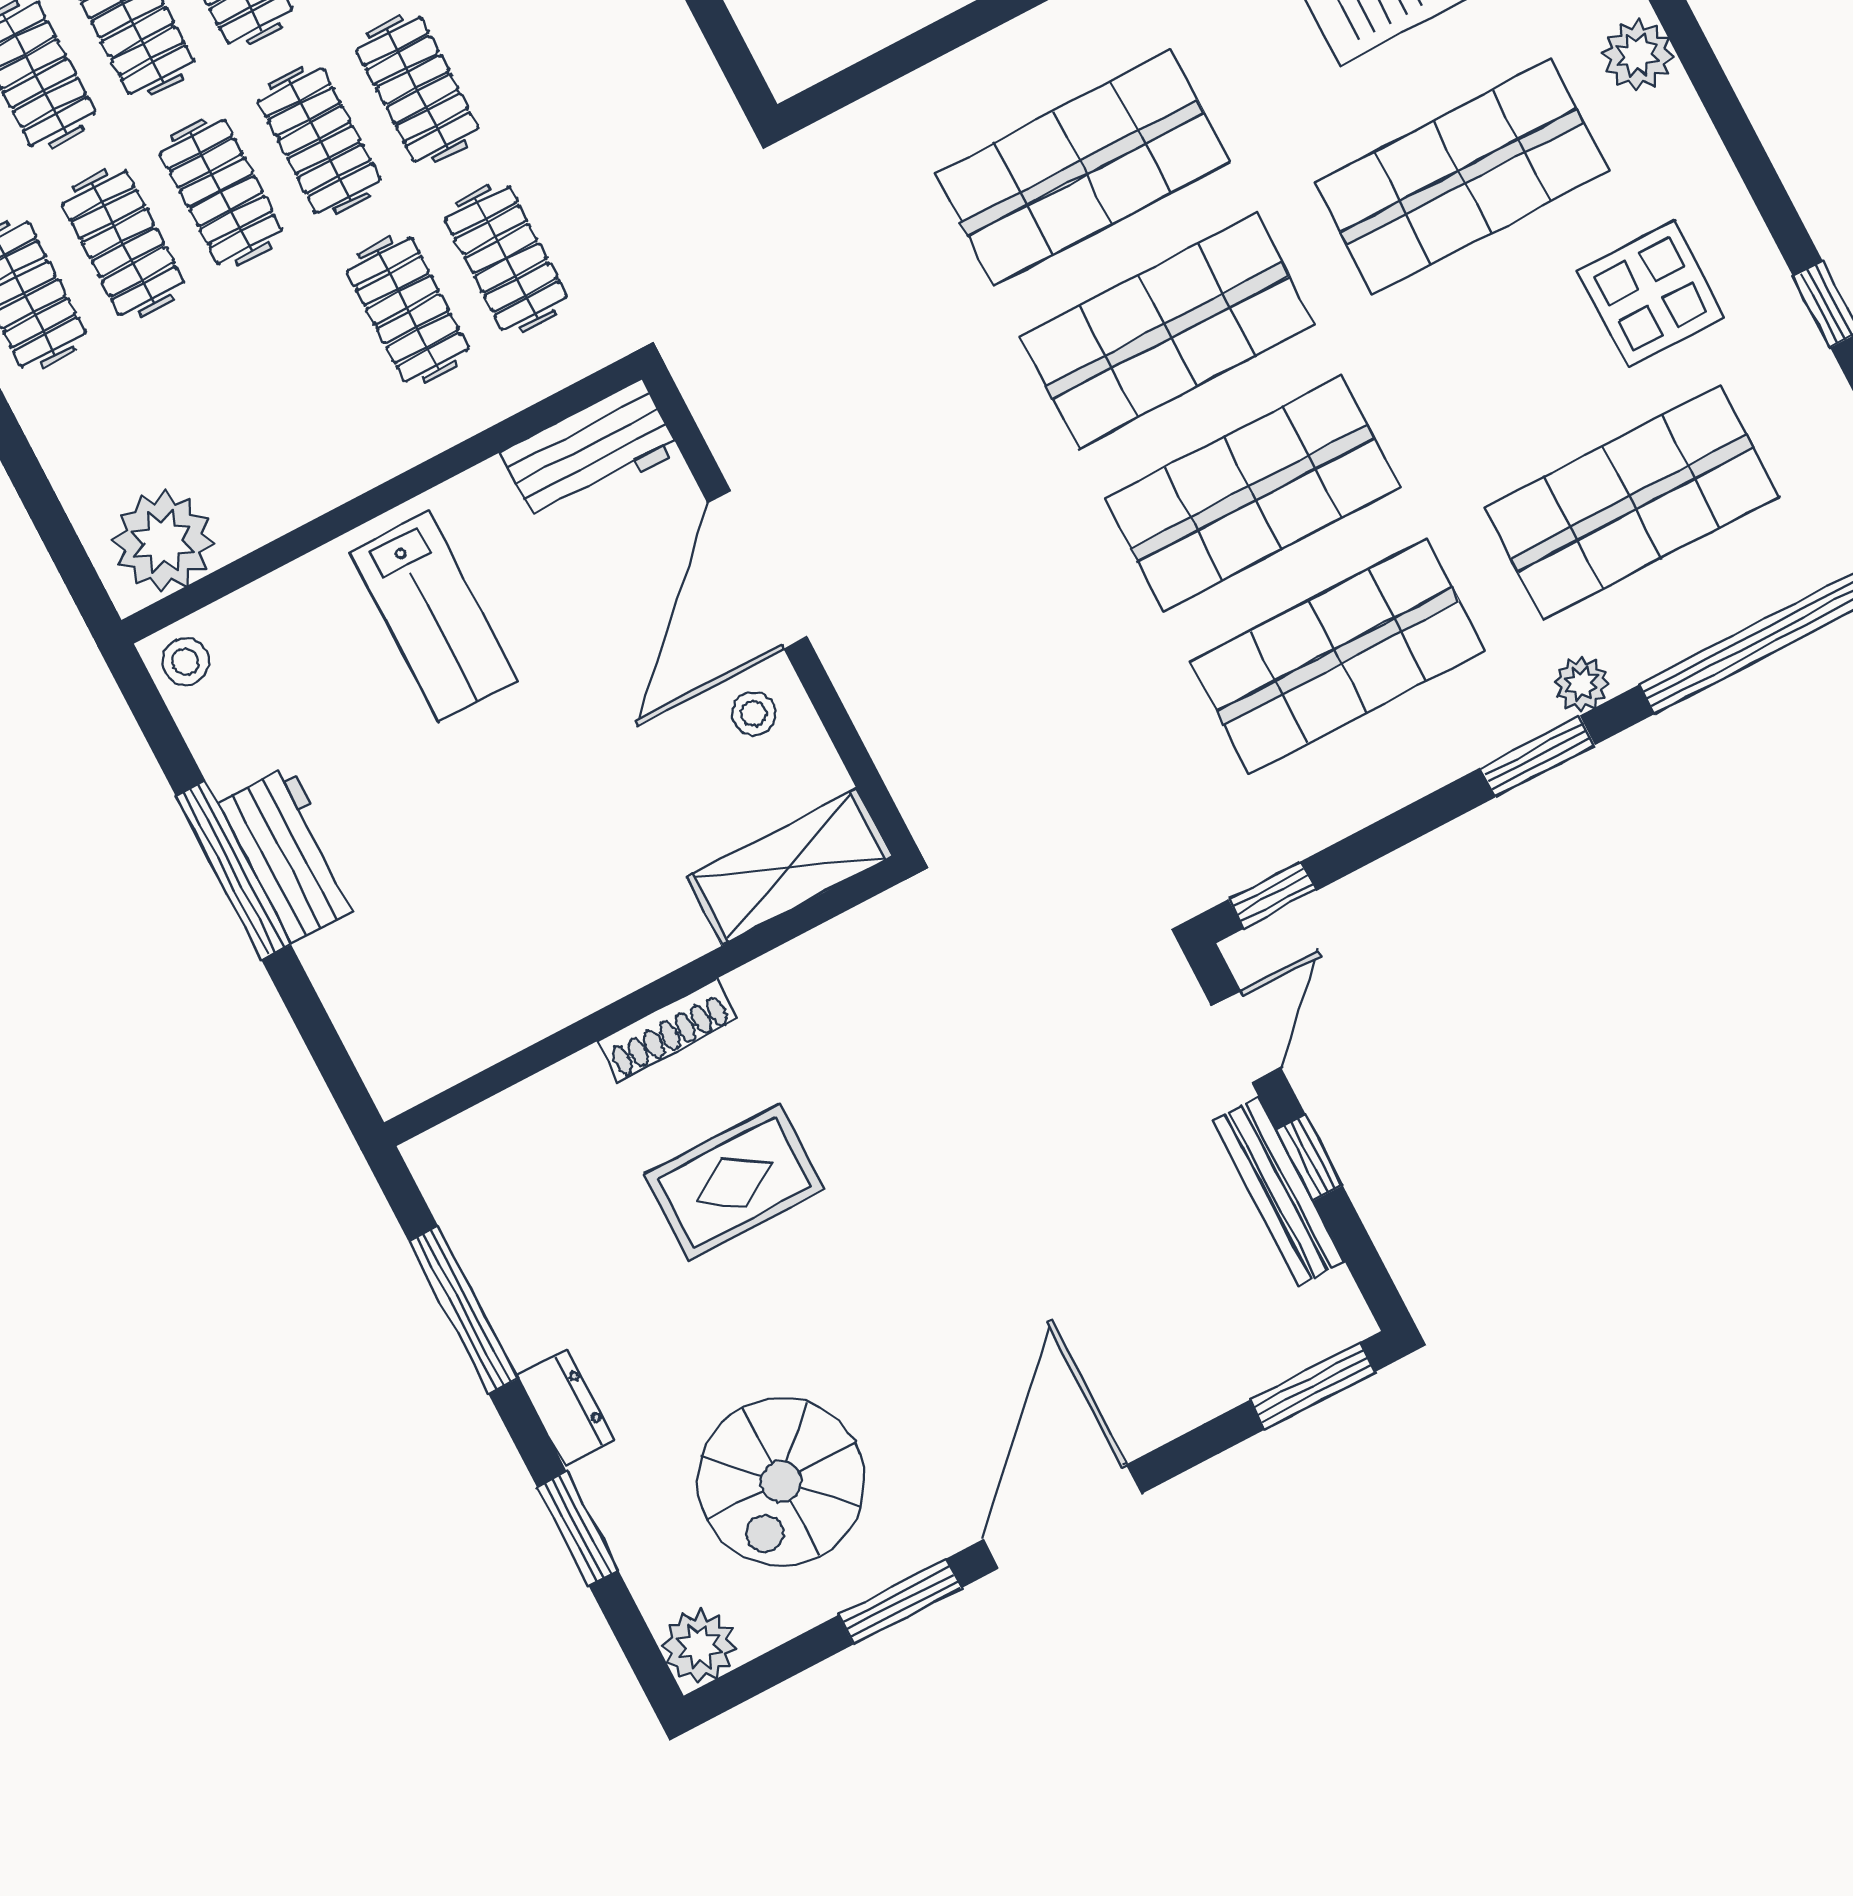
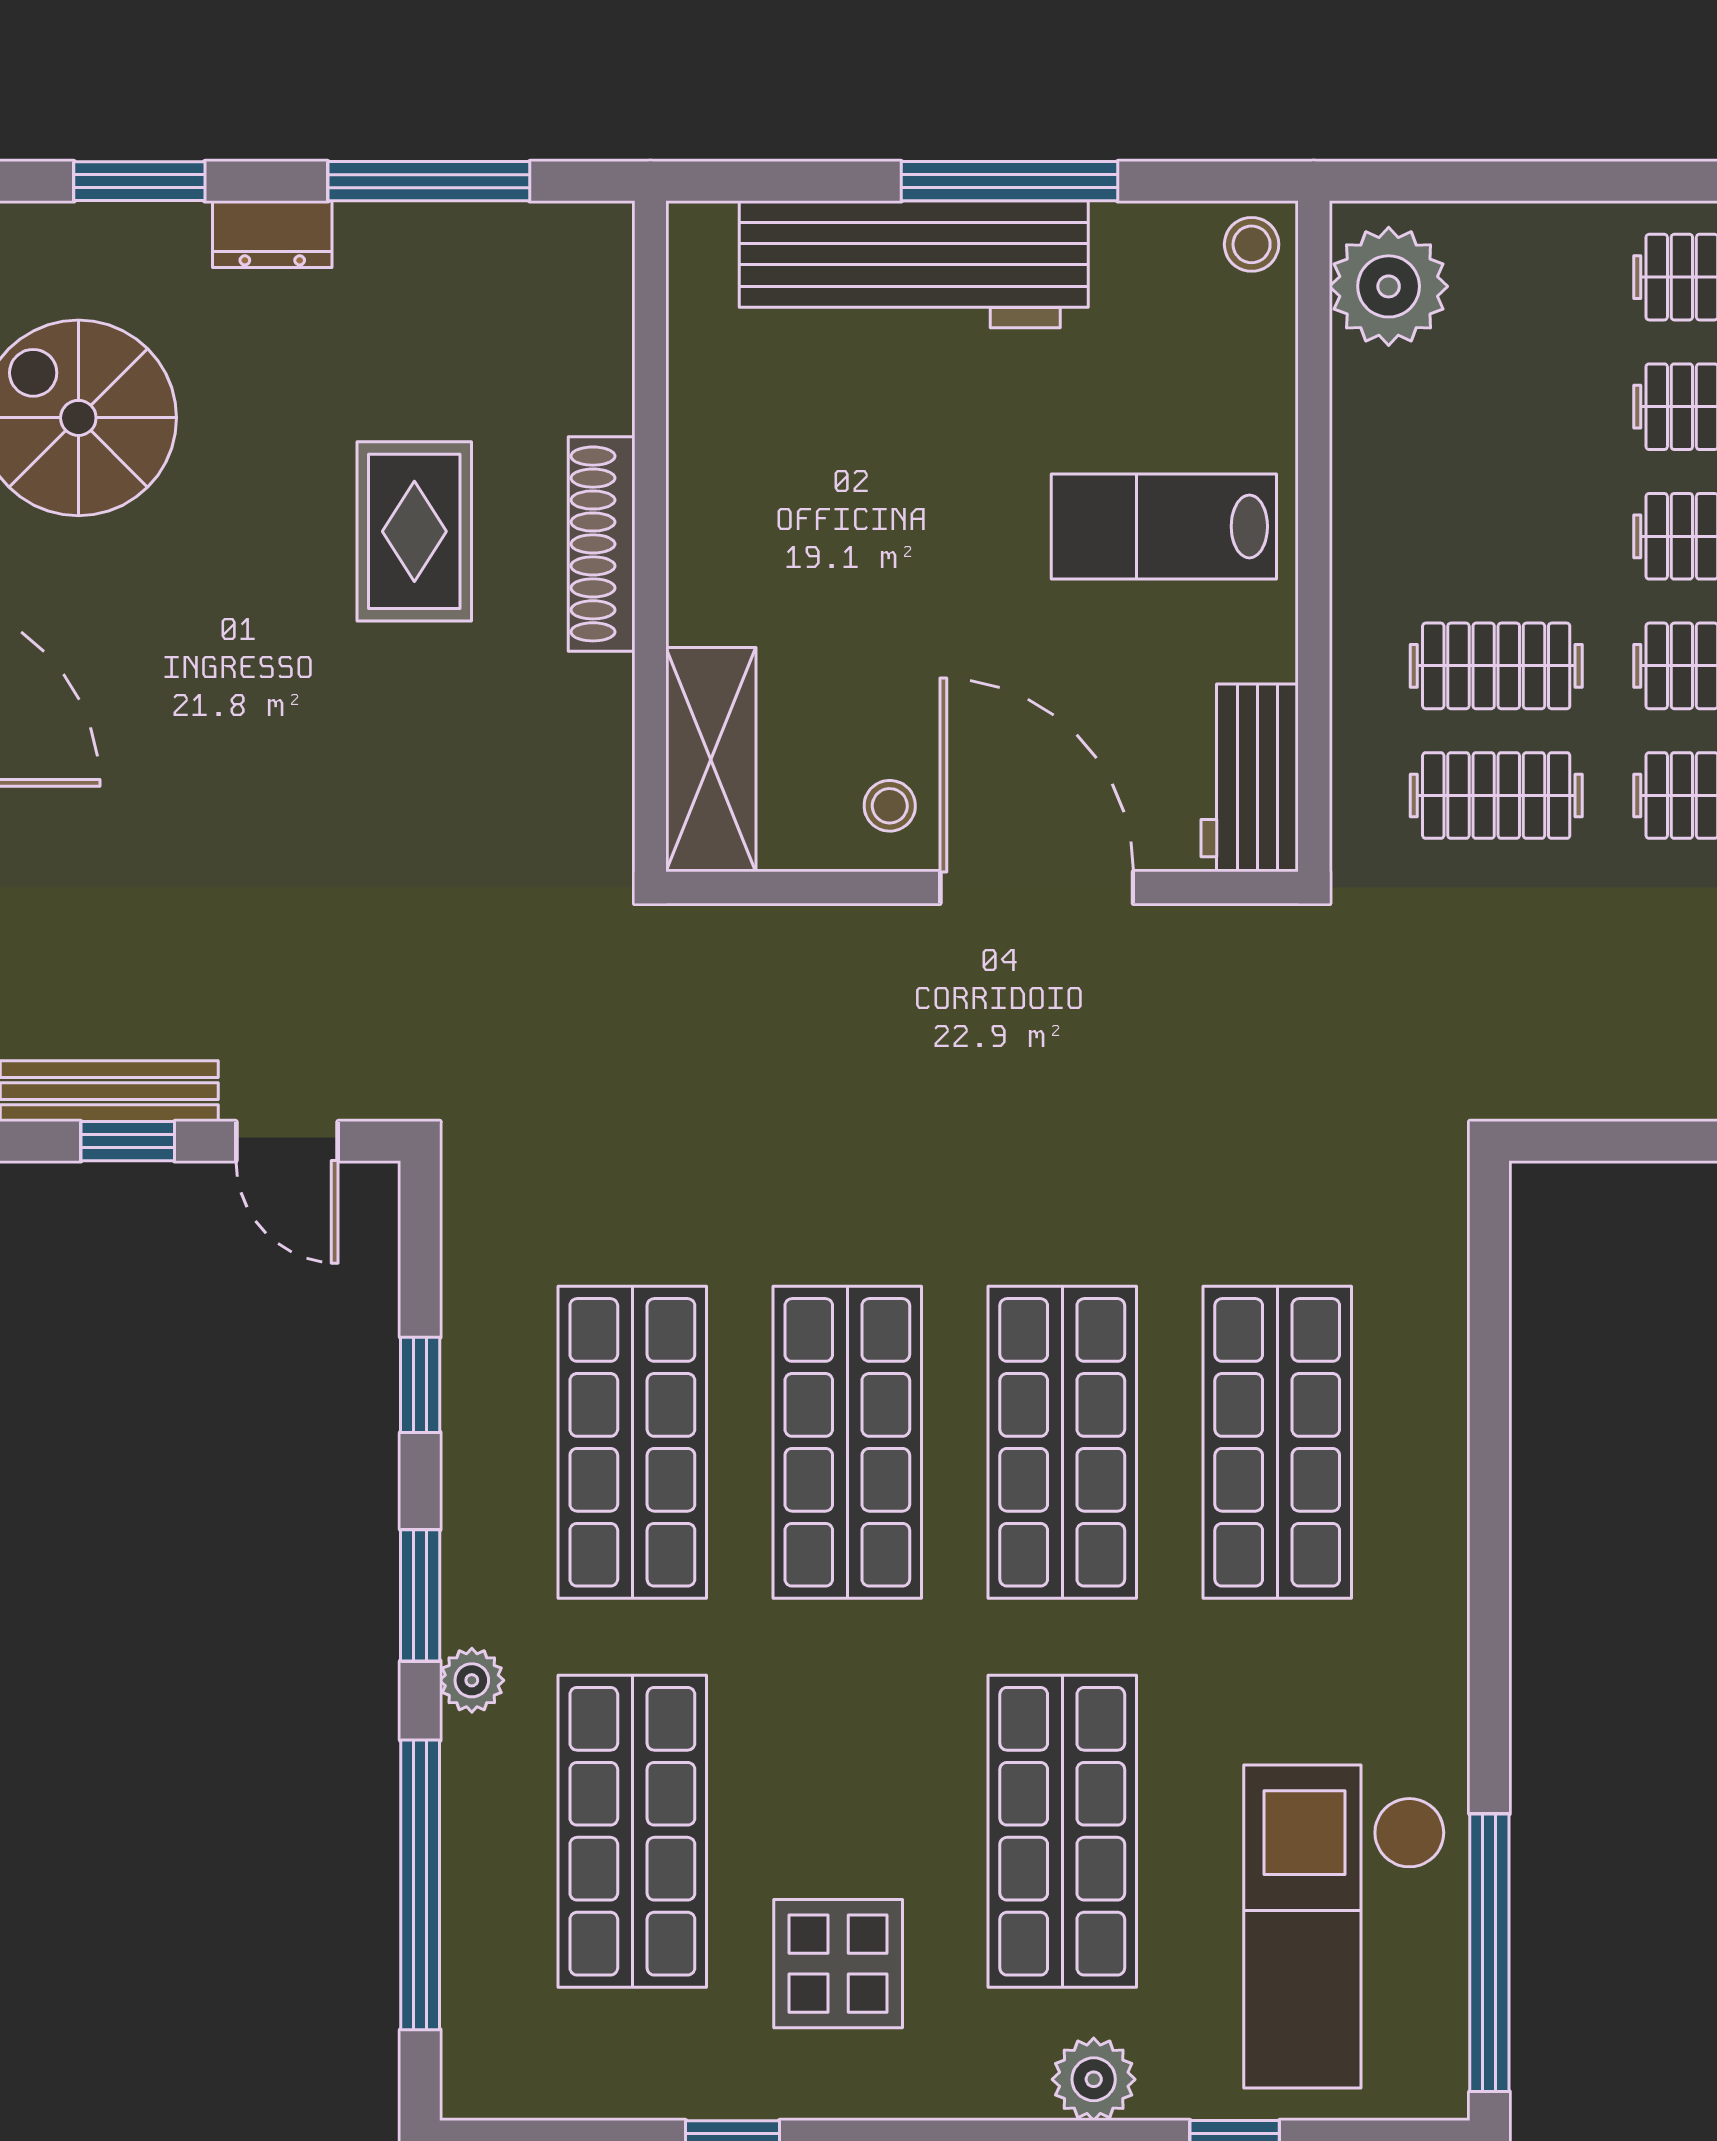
workbench: (290, 854) -> (914, 264), width x1.88, depth x1.32
window: (1272, 895) -> (420, 1385), moved
shoe rack: (667, 1030) -> (602, 544), width x1.36, depth x1.24

